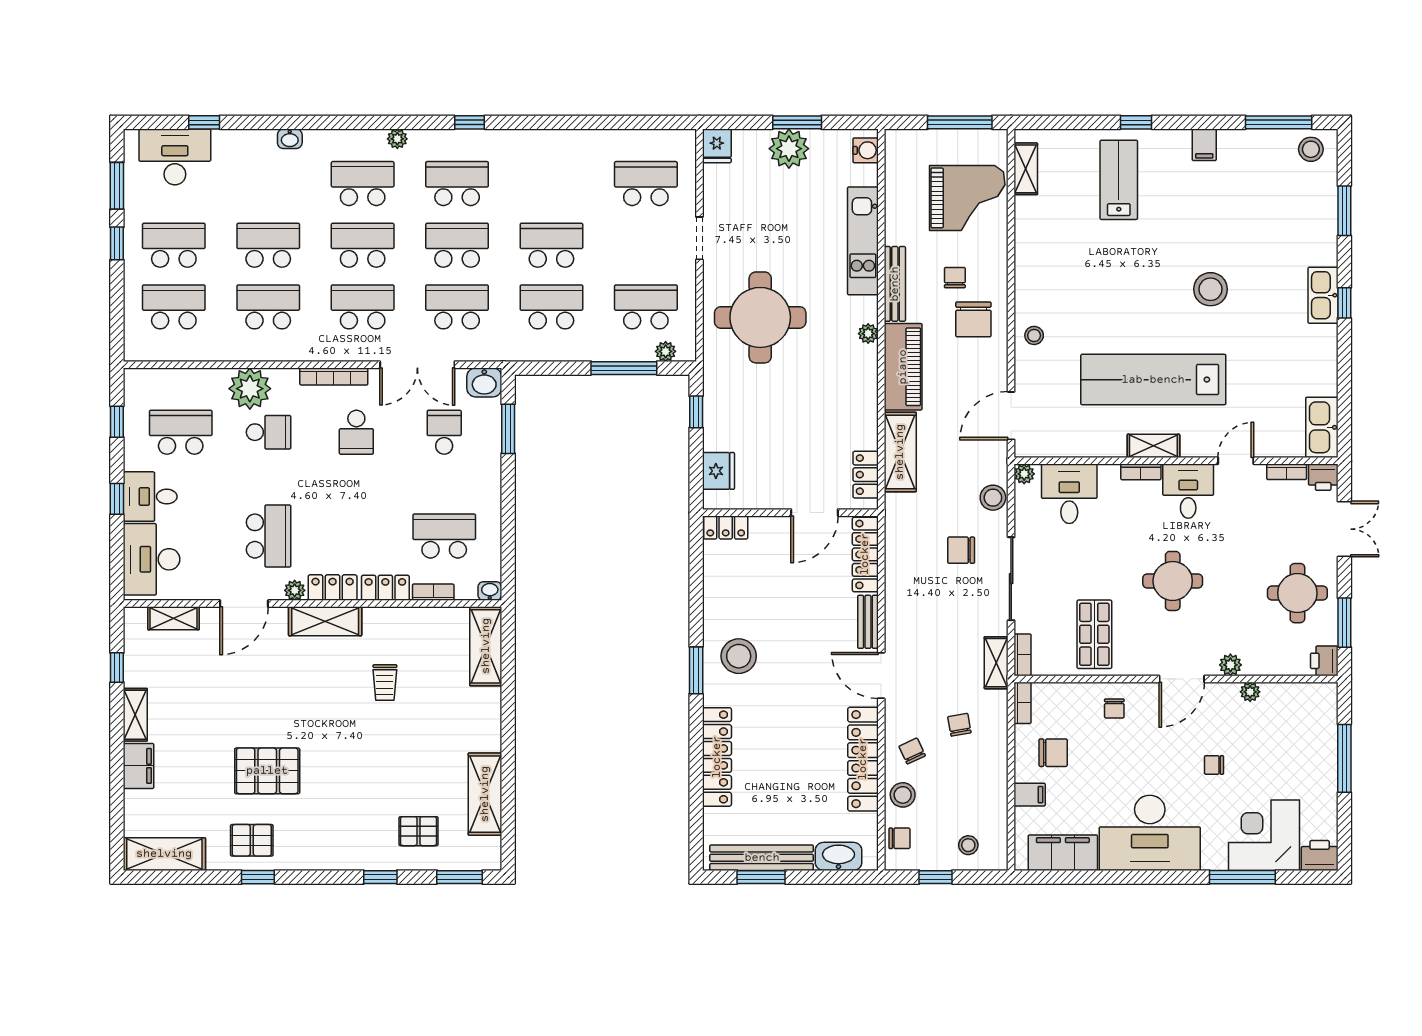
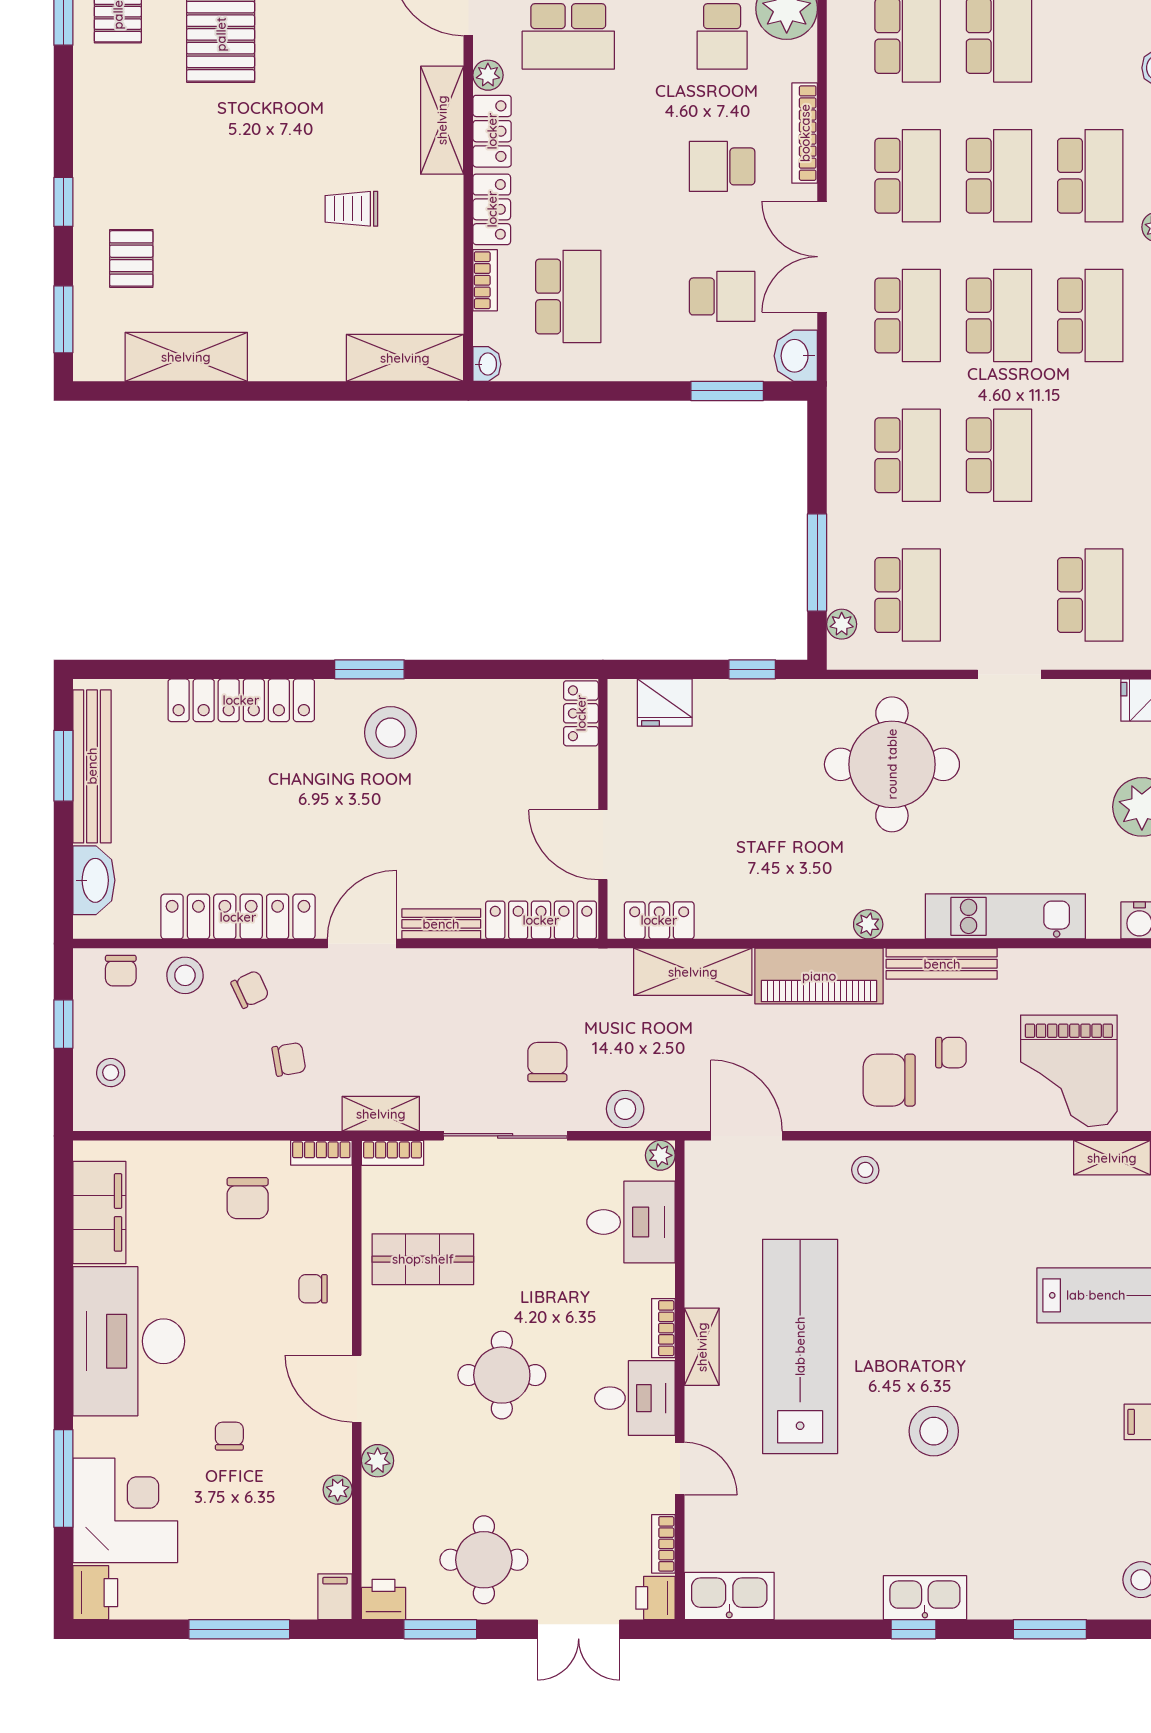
filing cabinet: (1030, 795) -> (335, 1597), moved, turned 180

